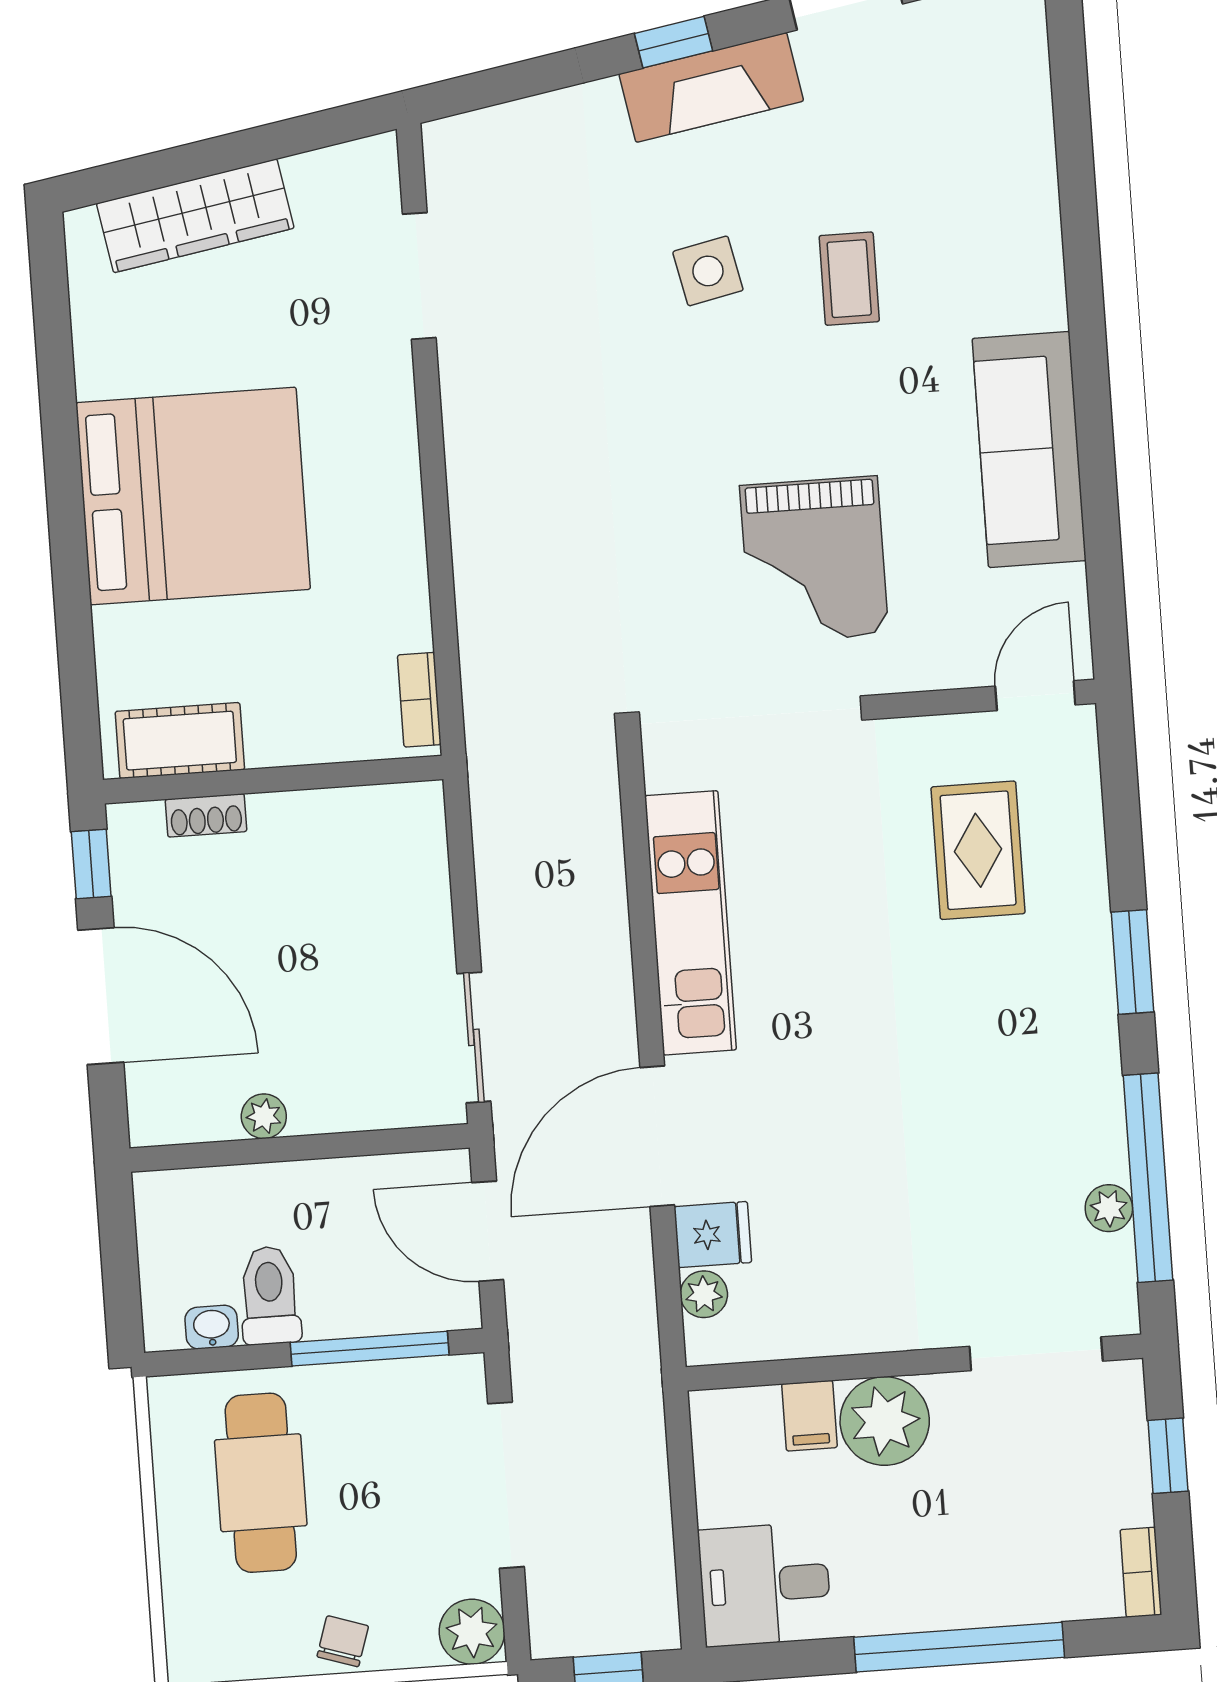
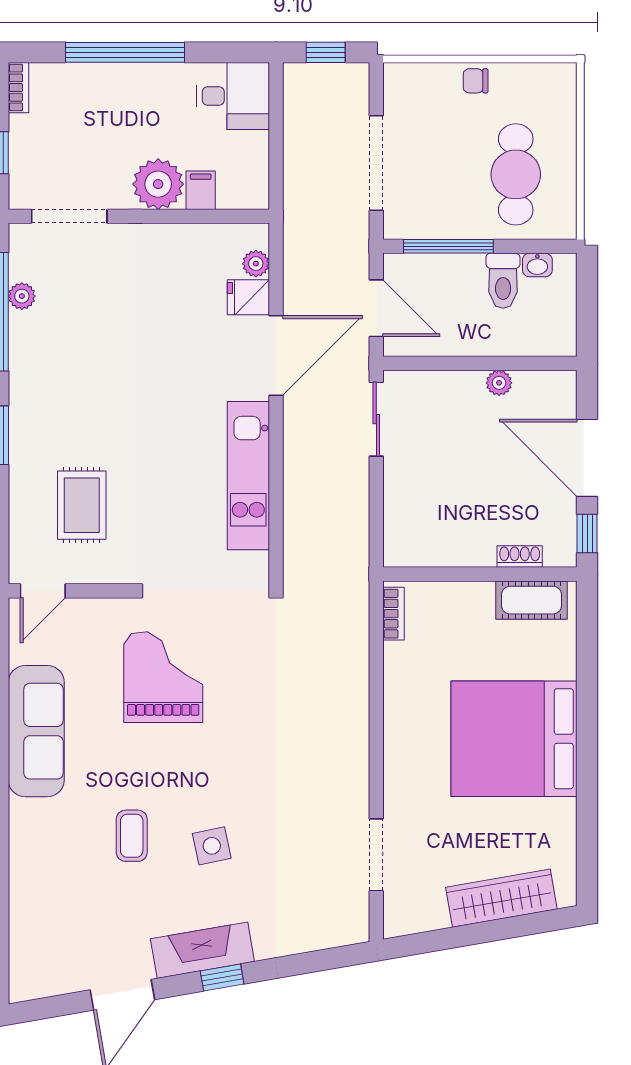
plant: (472, 1632) -> (402, 81), removed
chair: (343, 1641) -> (476, 81), turned 72

